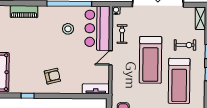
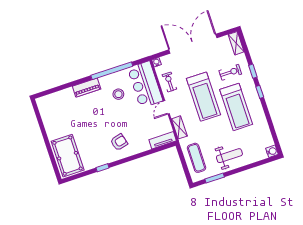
piano: (24, 12) -> (87, 88), moved
shelving: (116, 82) -> (179, 127), added

